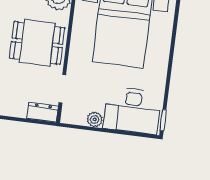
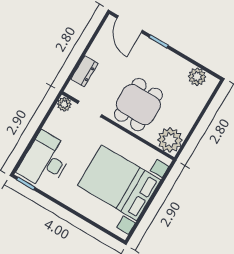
dresser: (43, 112) -> (84, 71), moved
plant: (95, 119) -> (64, 104), moved

